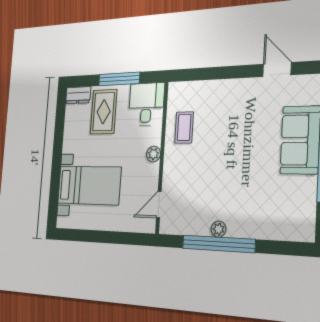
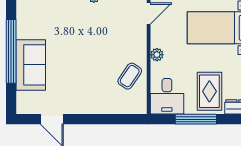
coffee table: (184, 127) -> (130, 76), turned 34

